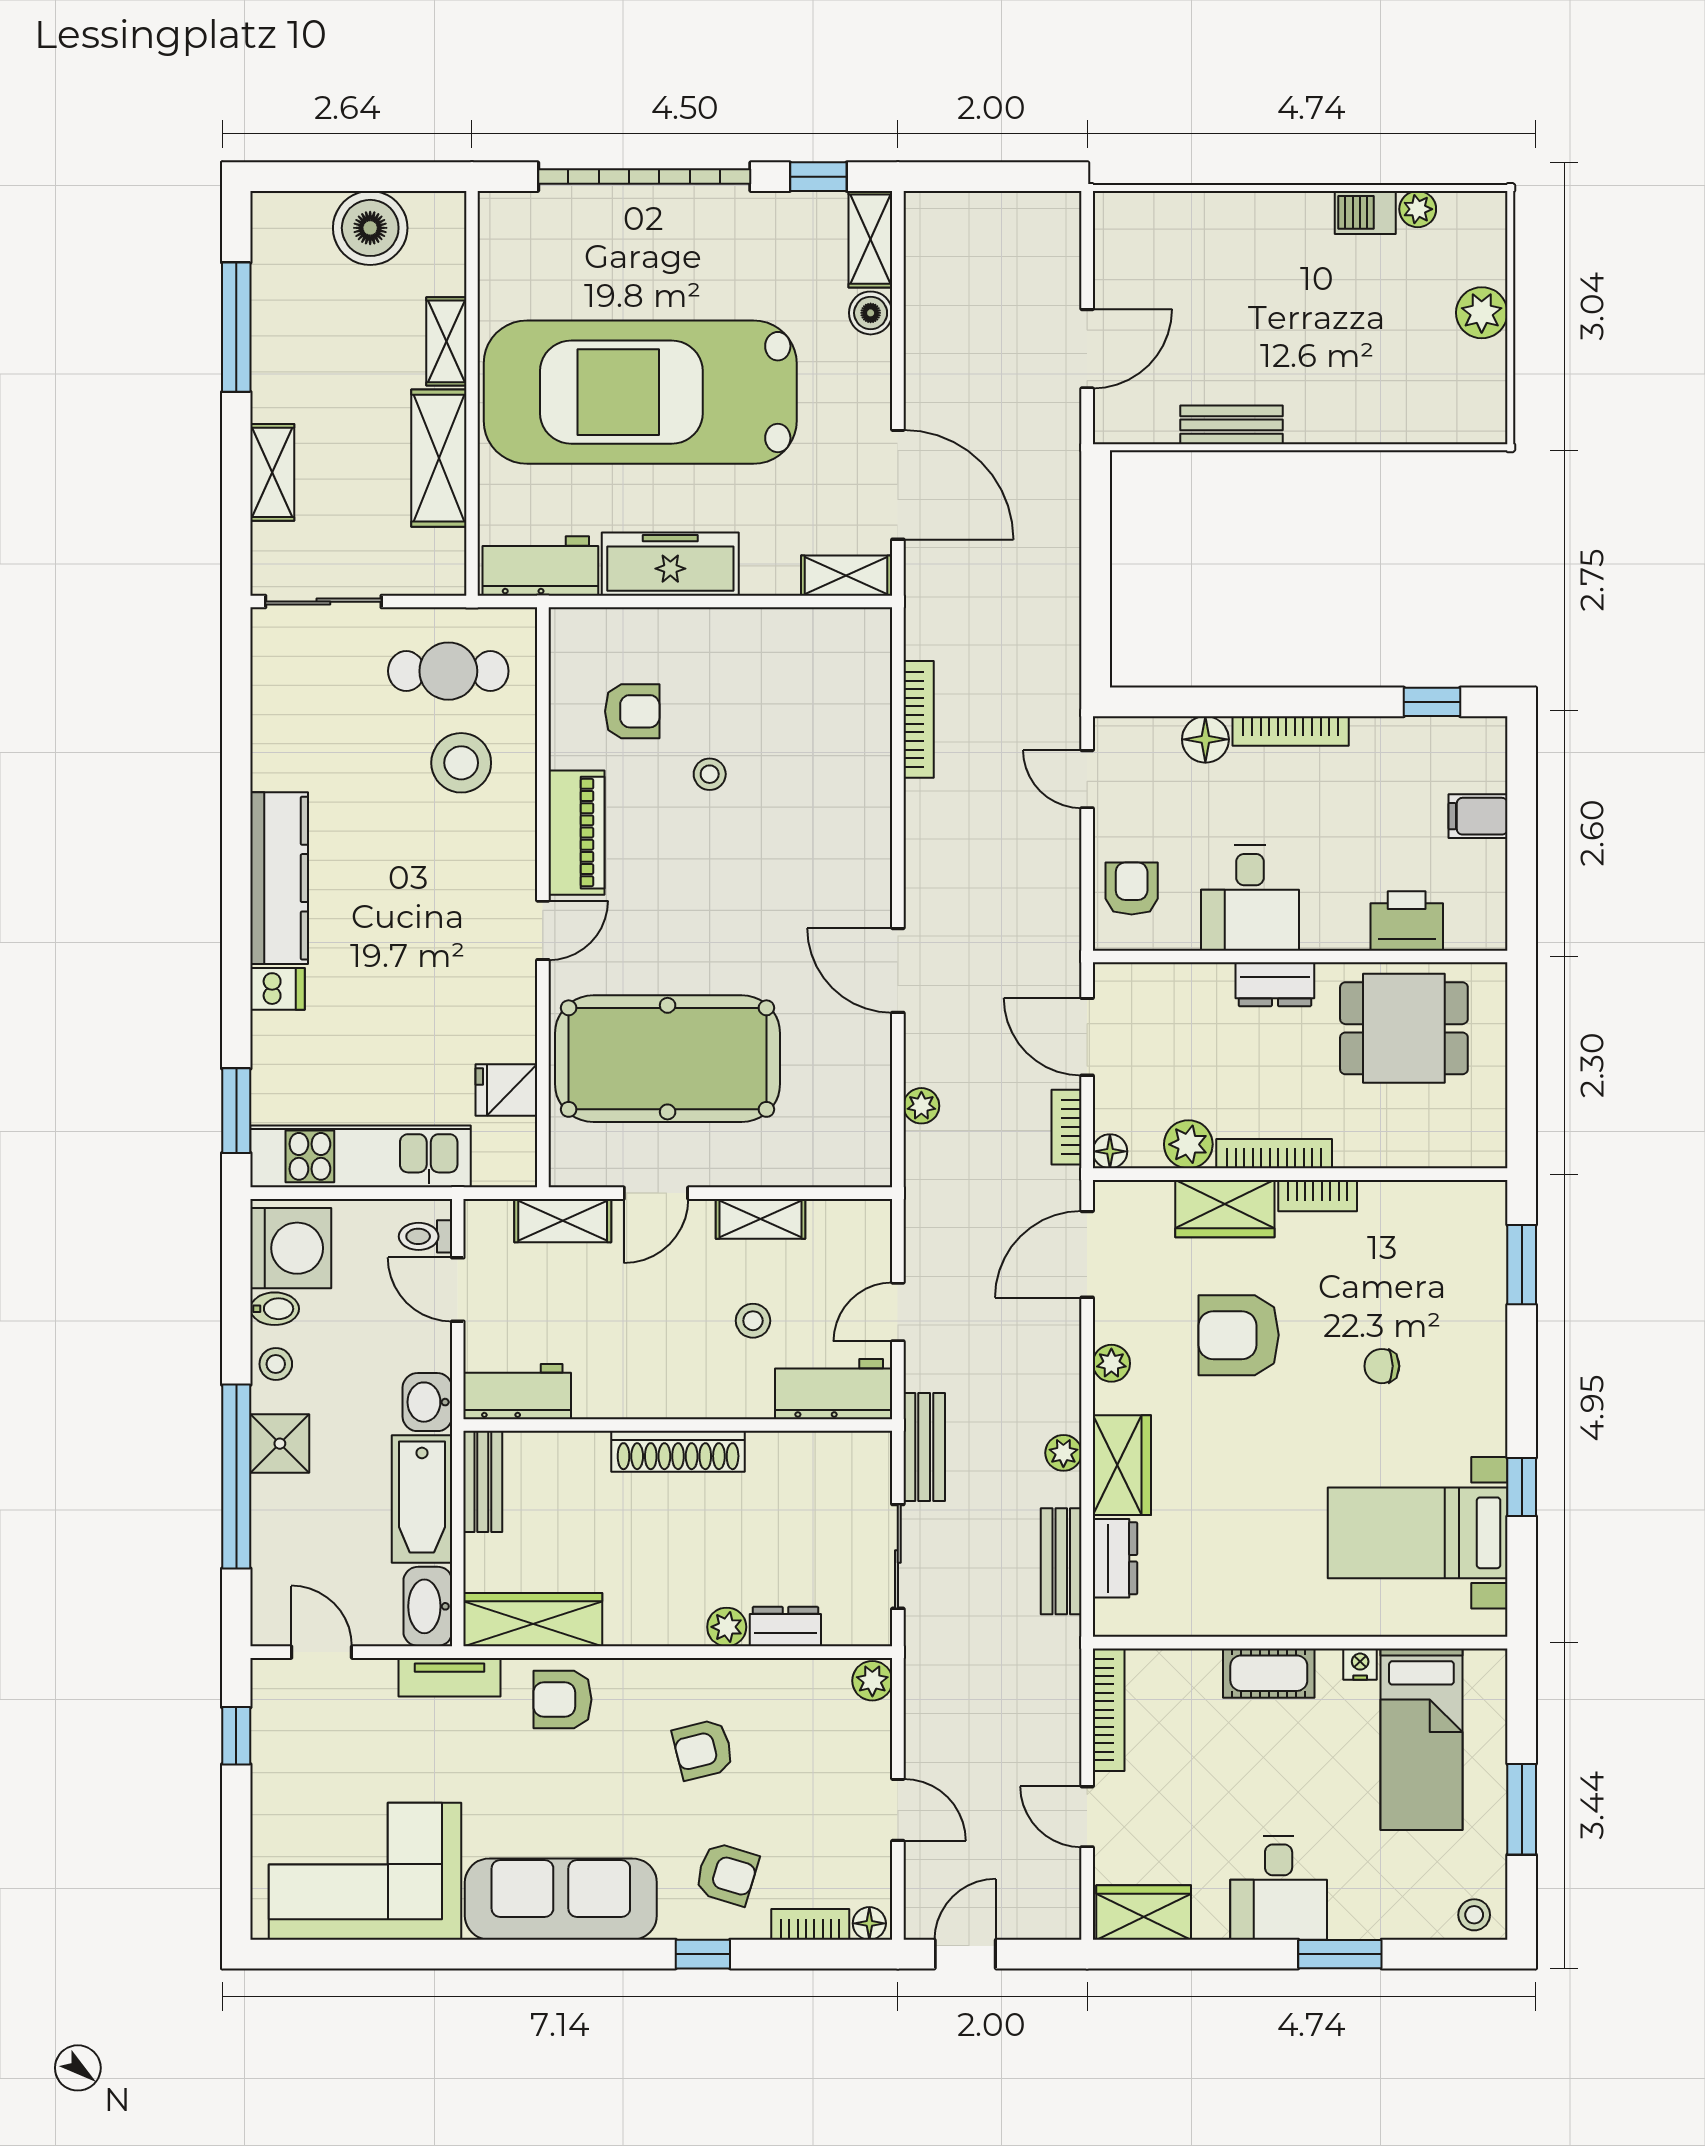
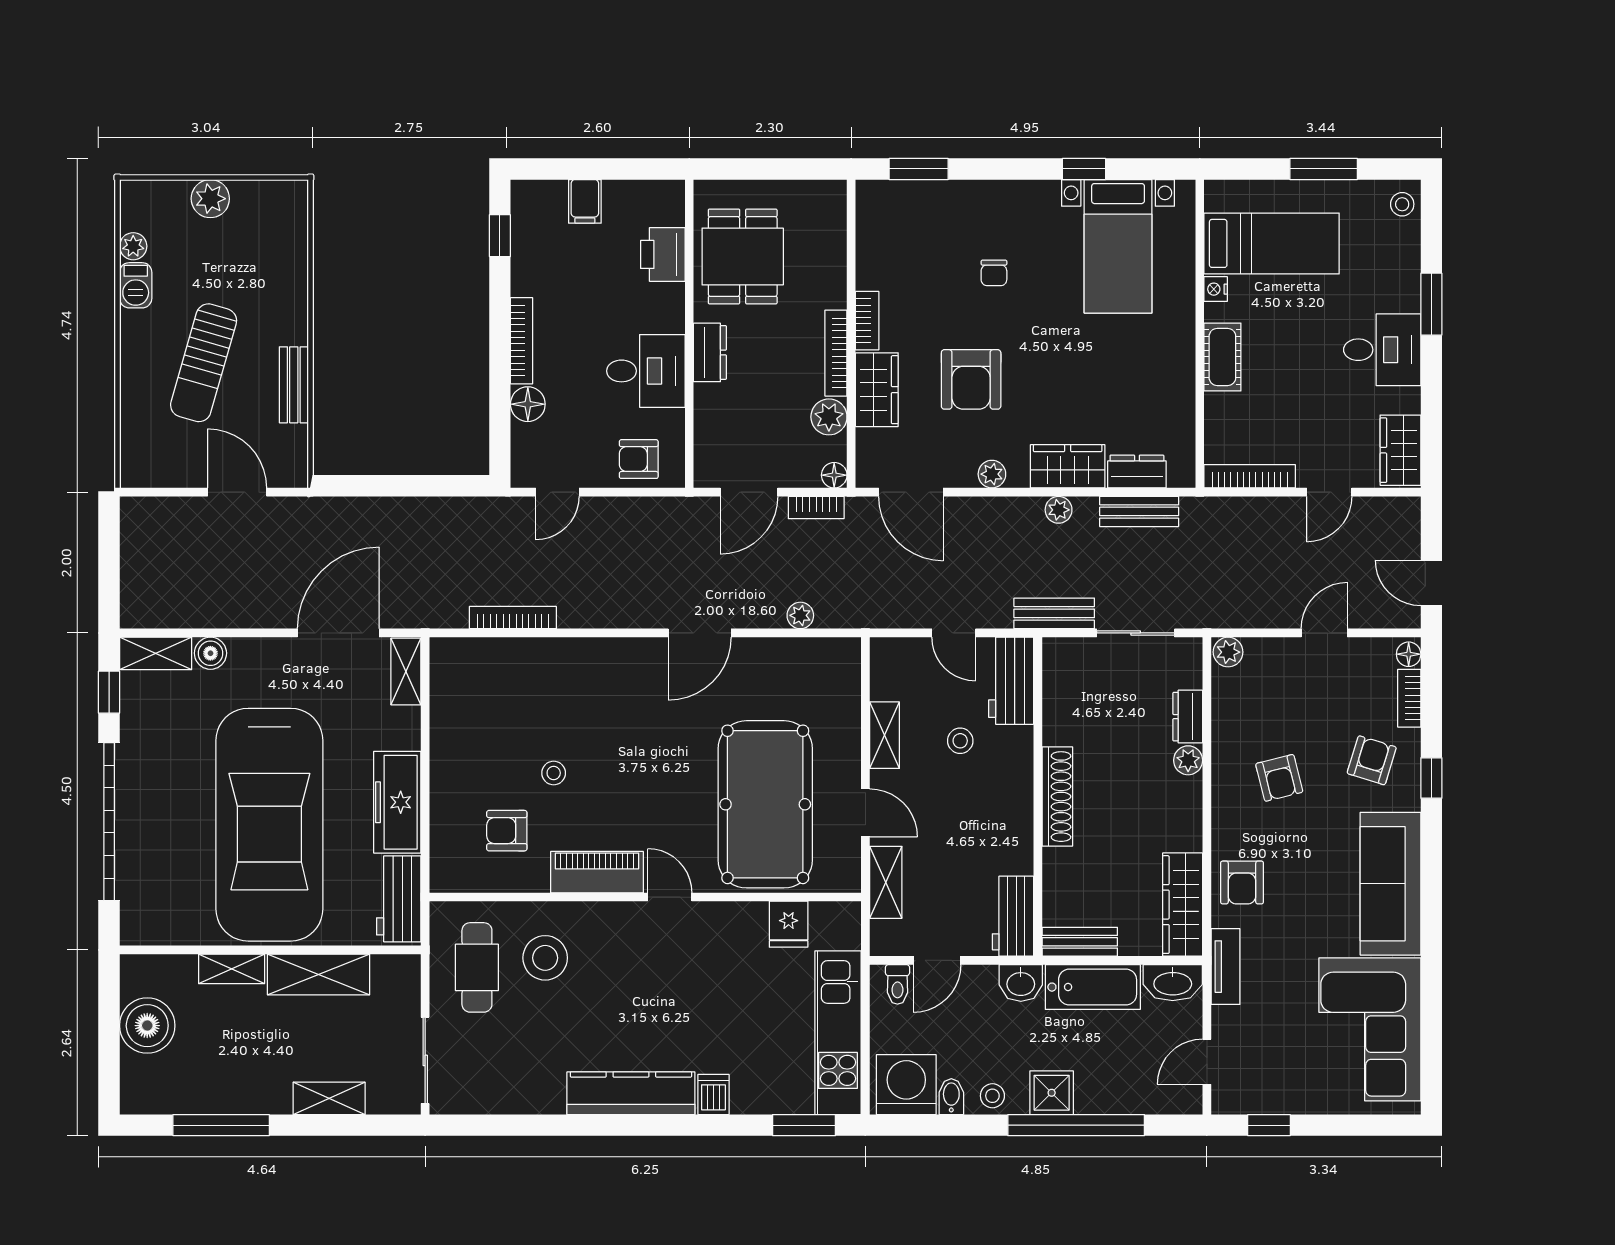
sun lounger: (1261, 304) -> (204, 363), added
armchair: (632, 711) -> (507, 831), turned -90

